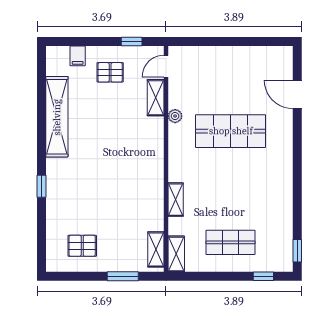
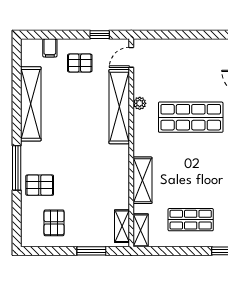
shelving: (156, 98) -> (119, 107), width x2.20, depth x1.33
window: (42, 186) -> (17, 168), width x2.17
shelving: (176, 200) -> (142, 180), width x1.50, depth x1.33
pallet: (67, 205) -> (40, 185), added
pallet: (82, 246) -> (54, 223), turned 90

